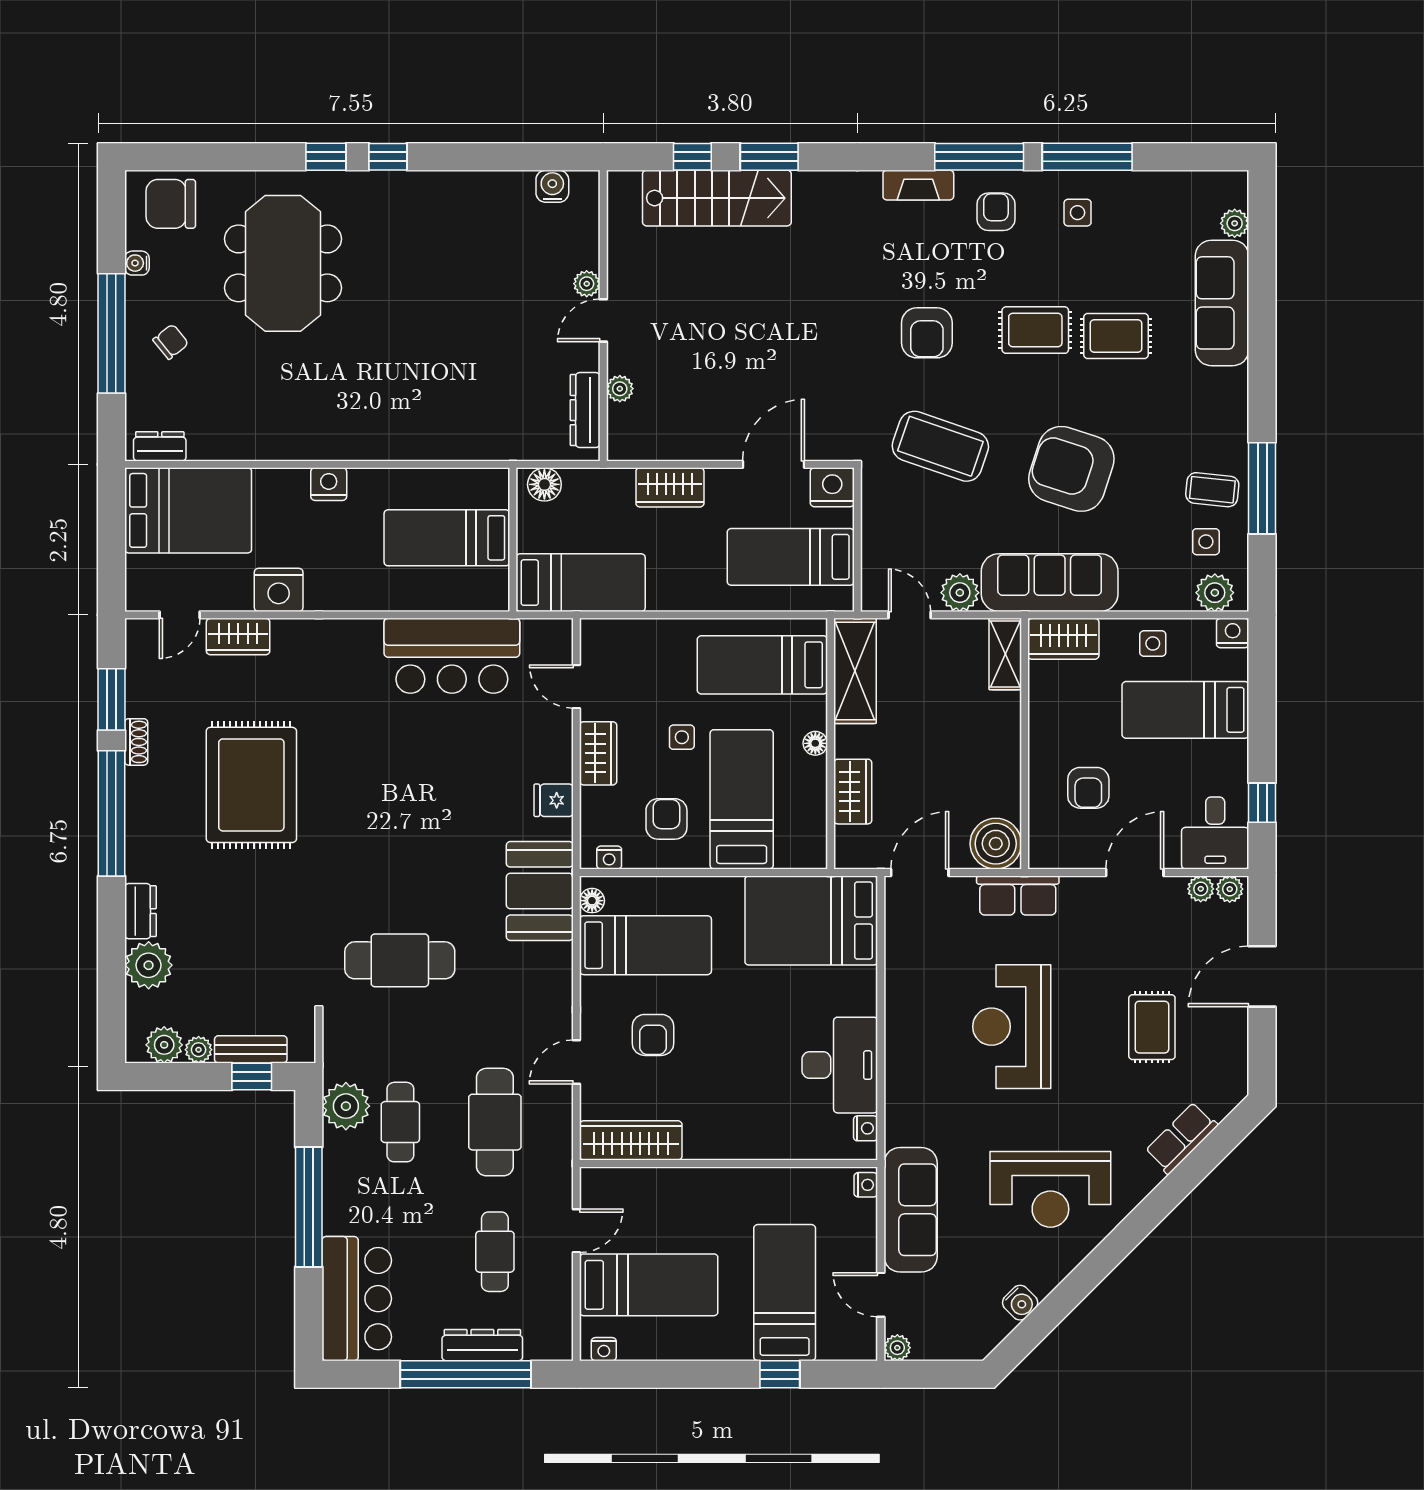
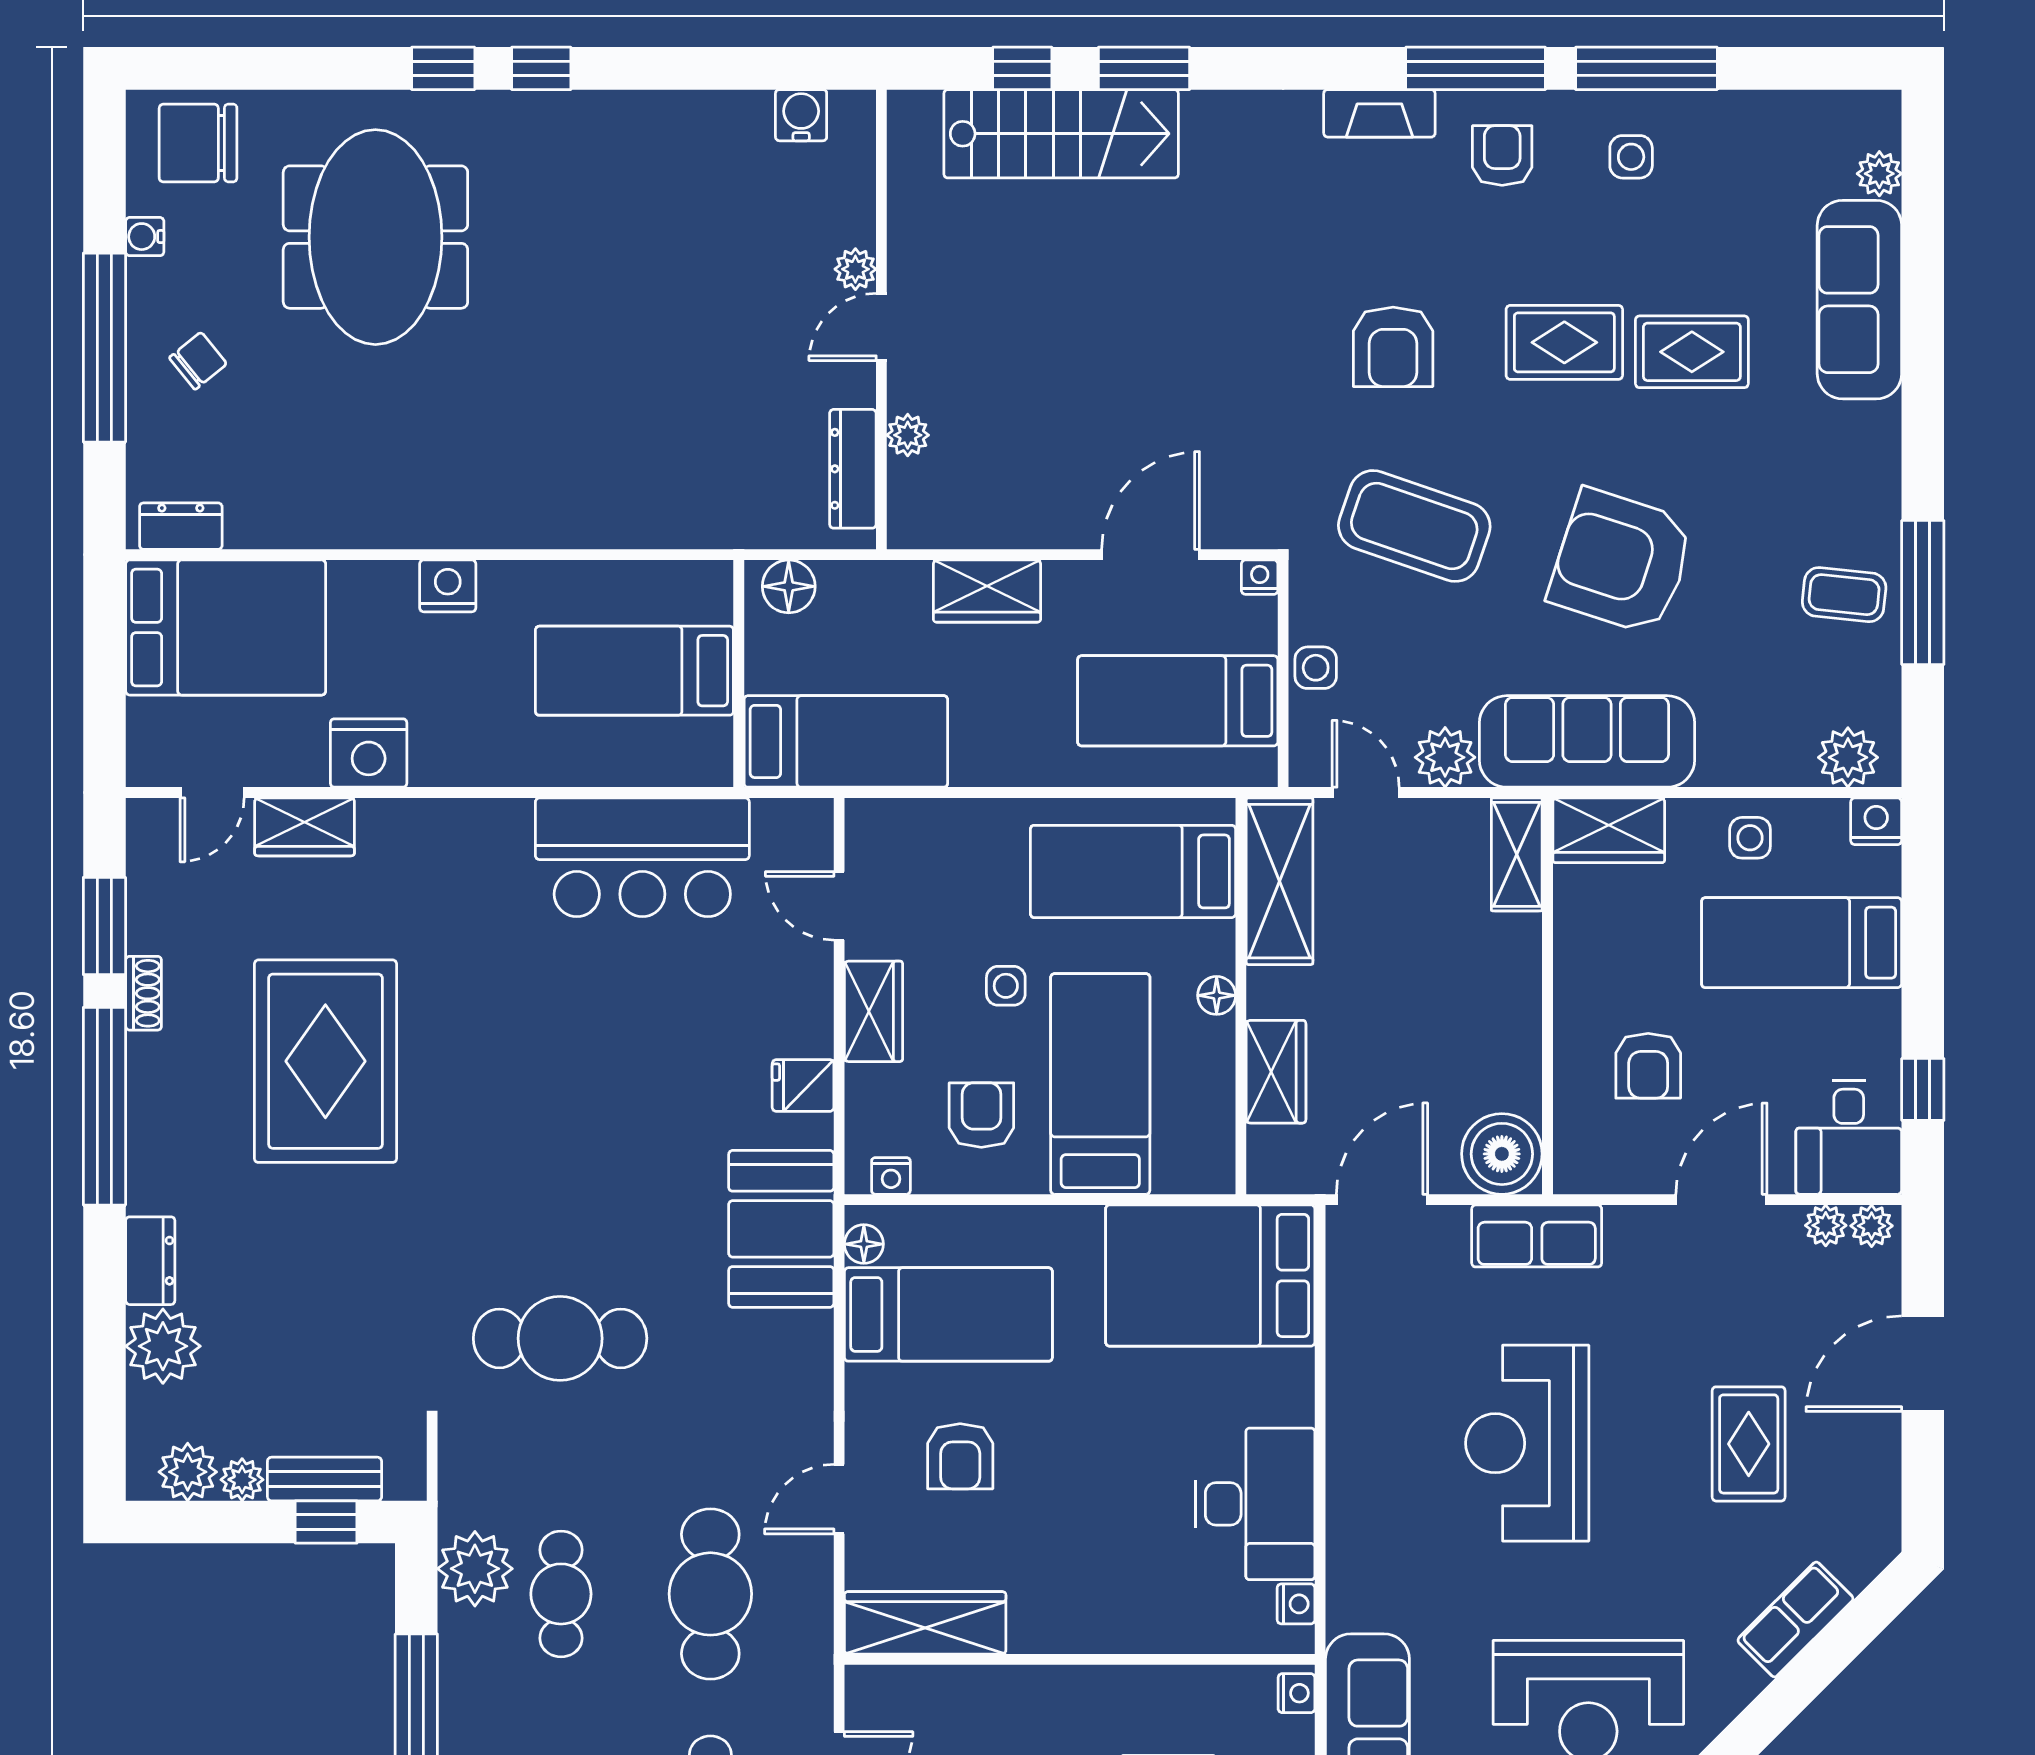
nightstand: (832, 487) -> (1260, 577), width x0.53, depth x0.56
side table: (1206, 542) -> (1316, 668), moved

